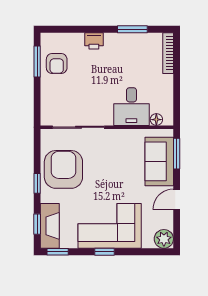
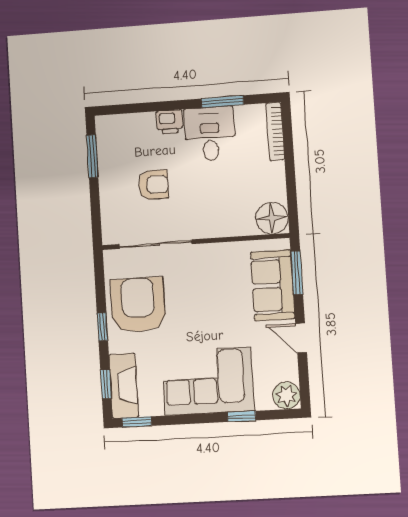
armchair: (57, 64) -> (154, 185), moved, turned -90
desk: (131, 107) -> (210, 134), moved, turned 180
floor lamp: (156, 120) -> (272, 218), width x1.89, depth x1.89
door: (177, 199) -> (301, 338), hinge flipped
window: (105, 252) -> (242, 416), moved

